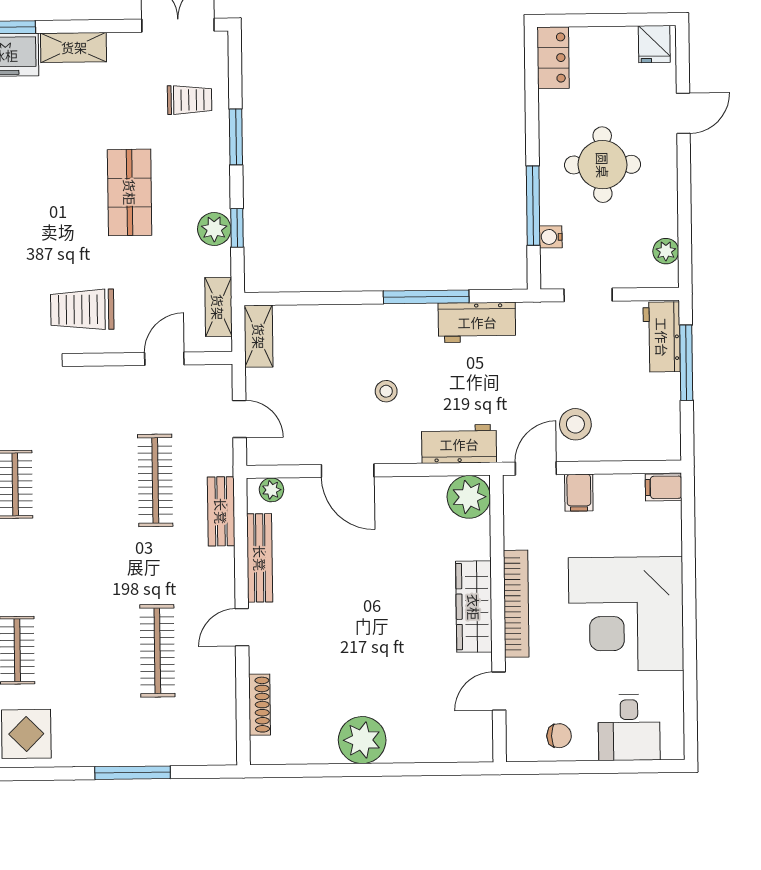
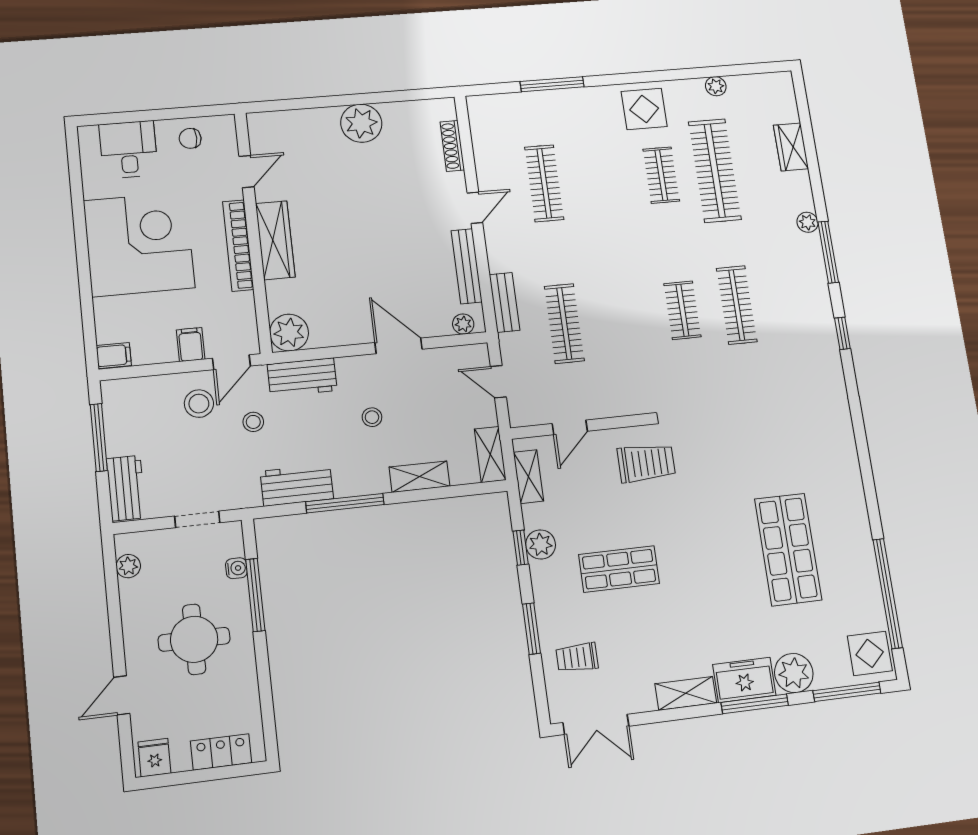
locker: (553, 58) -> (221, 752), moved, turned 90
shop shelf: (130, 192) -> (619, 569), turned 90
shelving: (341, 319) -> (419, 477), added
window: (686, 363) -> (99, 438), moved
stool: (518, 398) -> (253, 422), added

